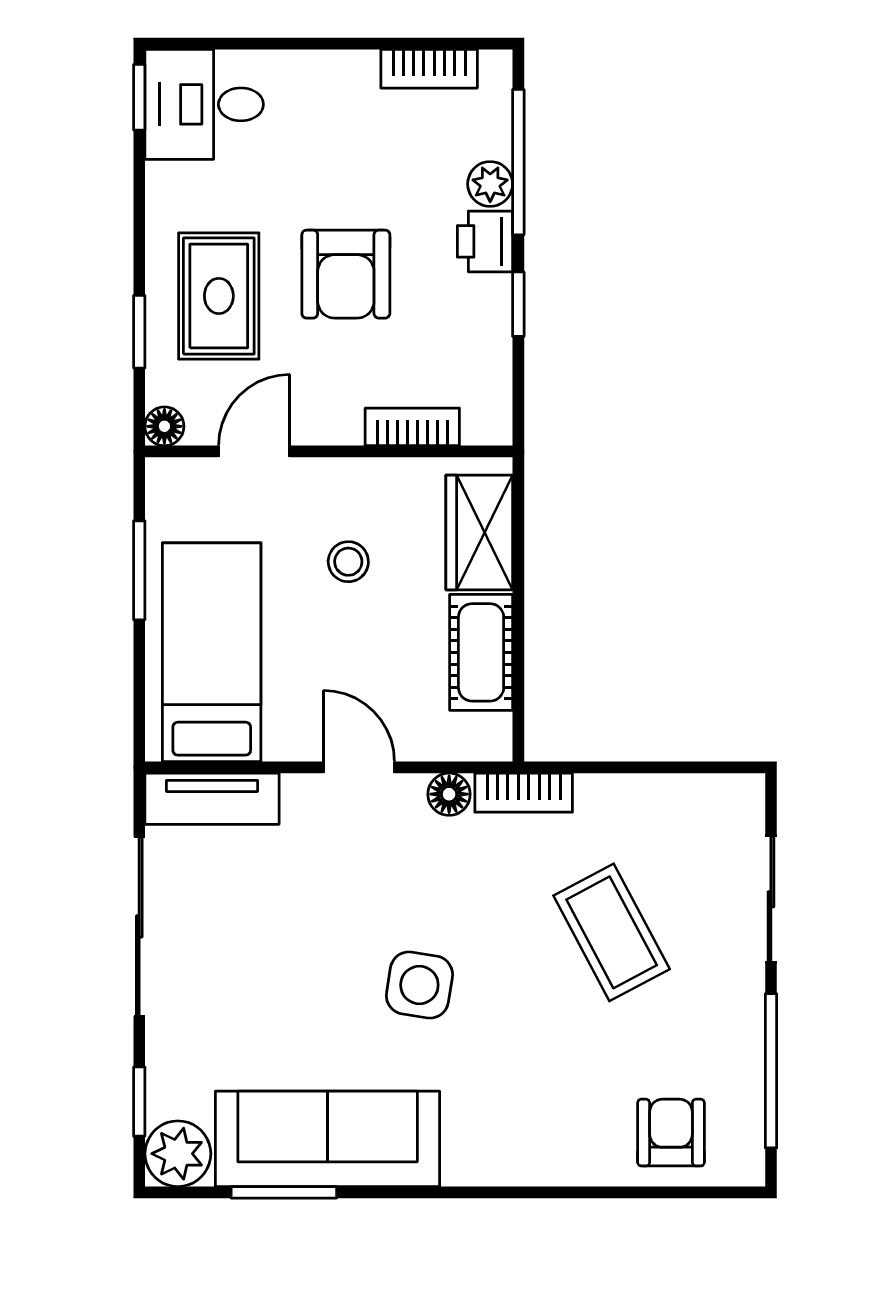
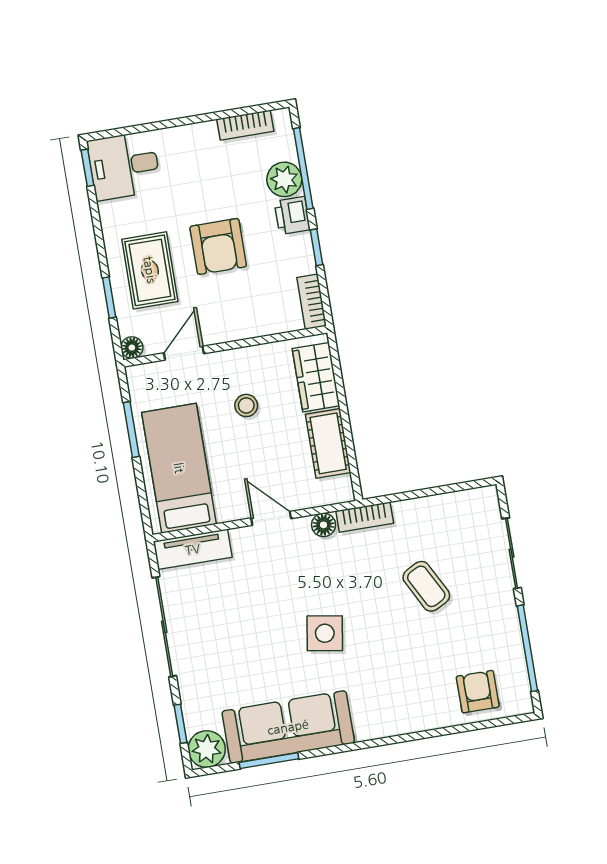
plant: (490, 184) -> (284, 179), width x1.38, depth x1.38
bookcase: (412, 427) -> (312, 302), moved, turned -90
coffee table: (612, 932) -> (426, 586), width x0.73, depth x0.77

